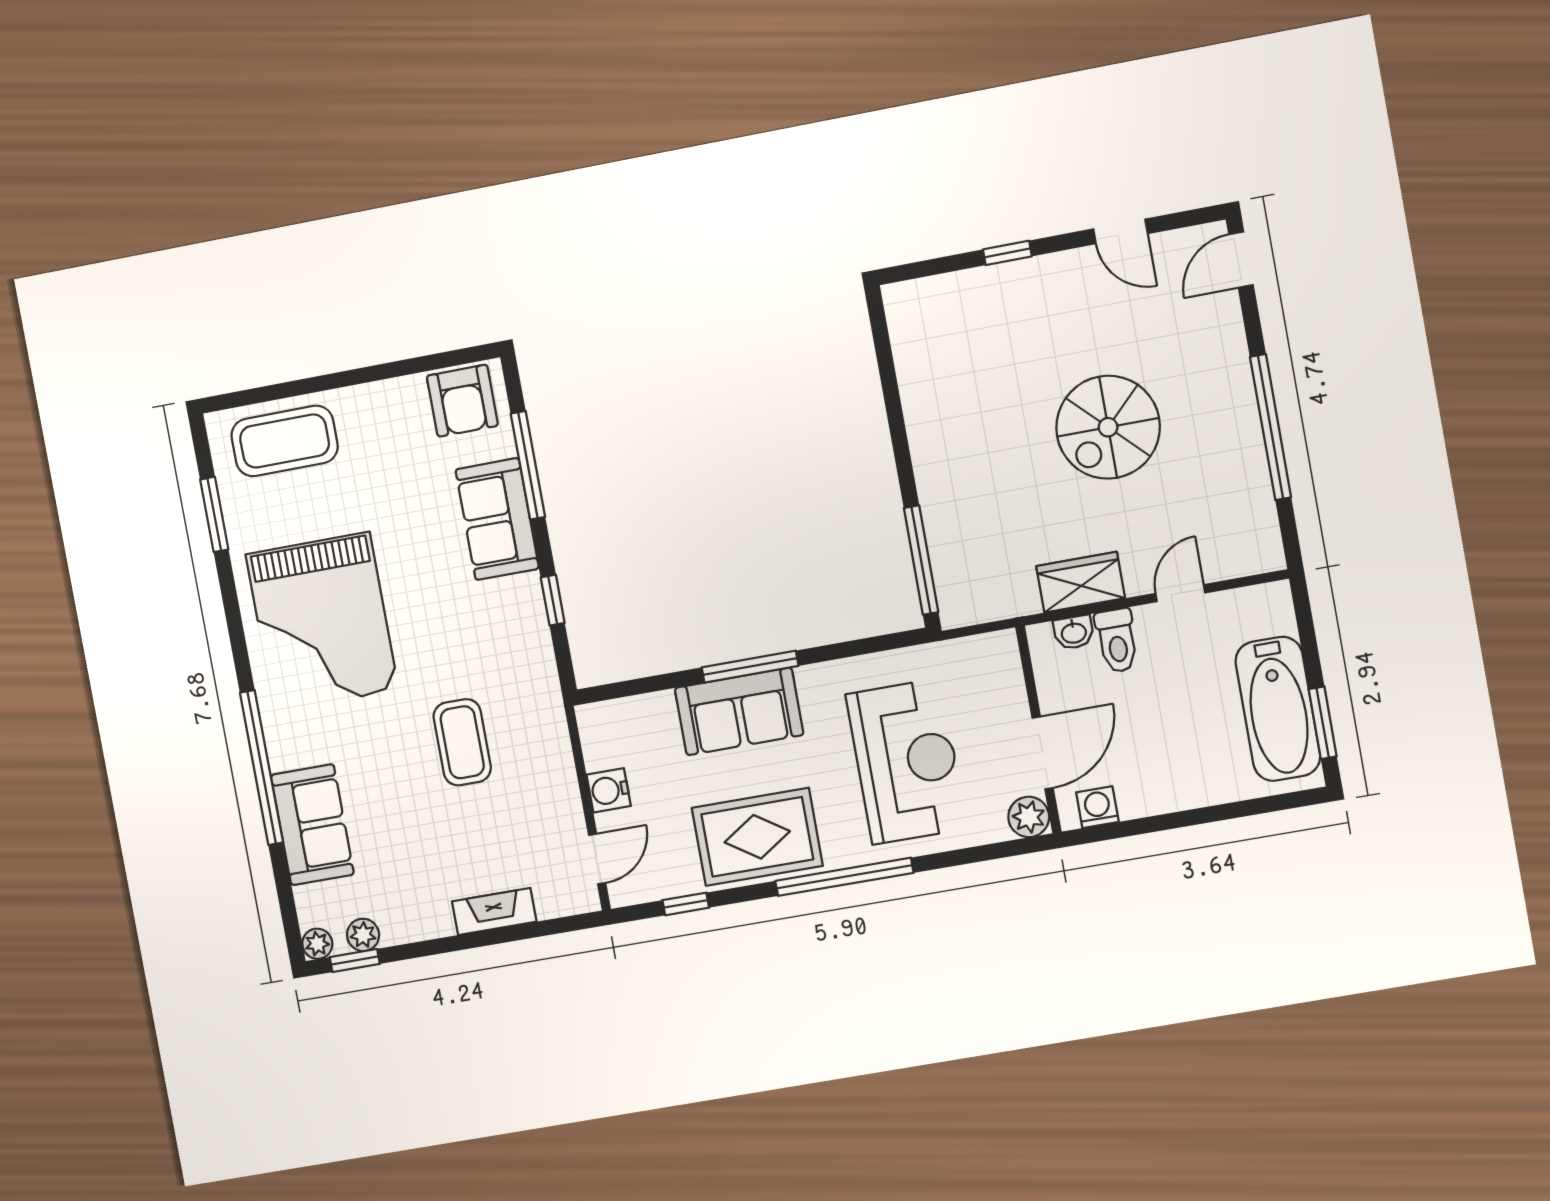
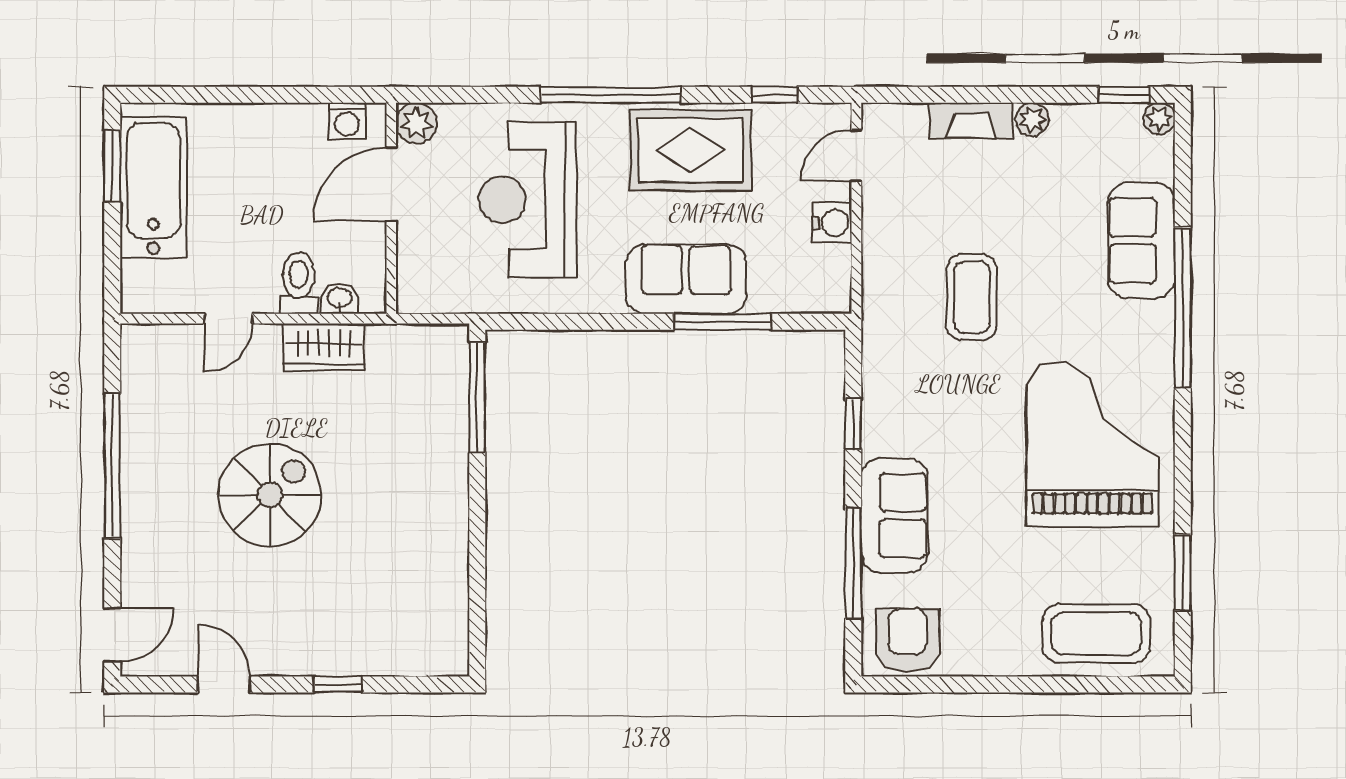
window: (750, 667) -> (723, 322), moved
plant: (363, 935) -> (1032, 119), moved

